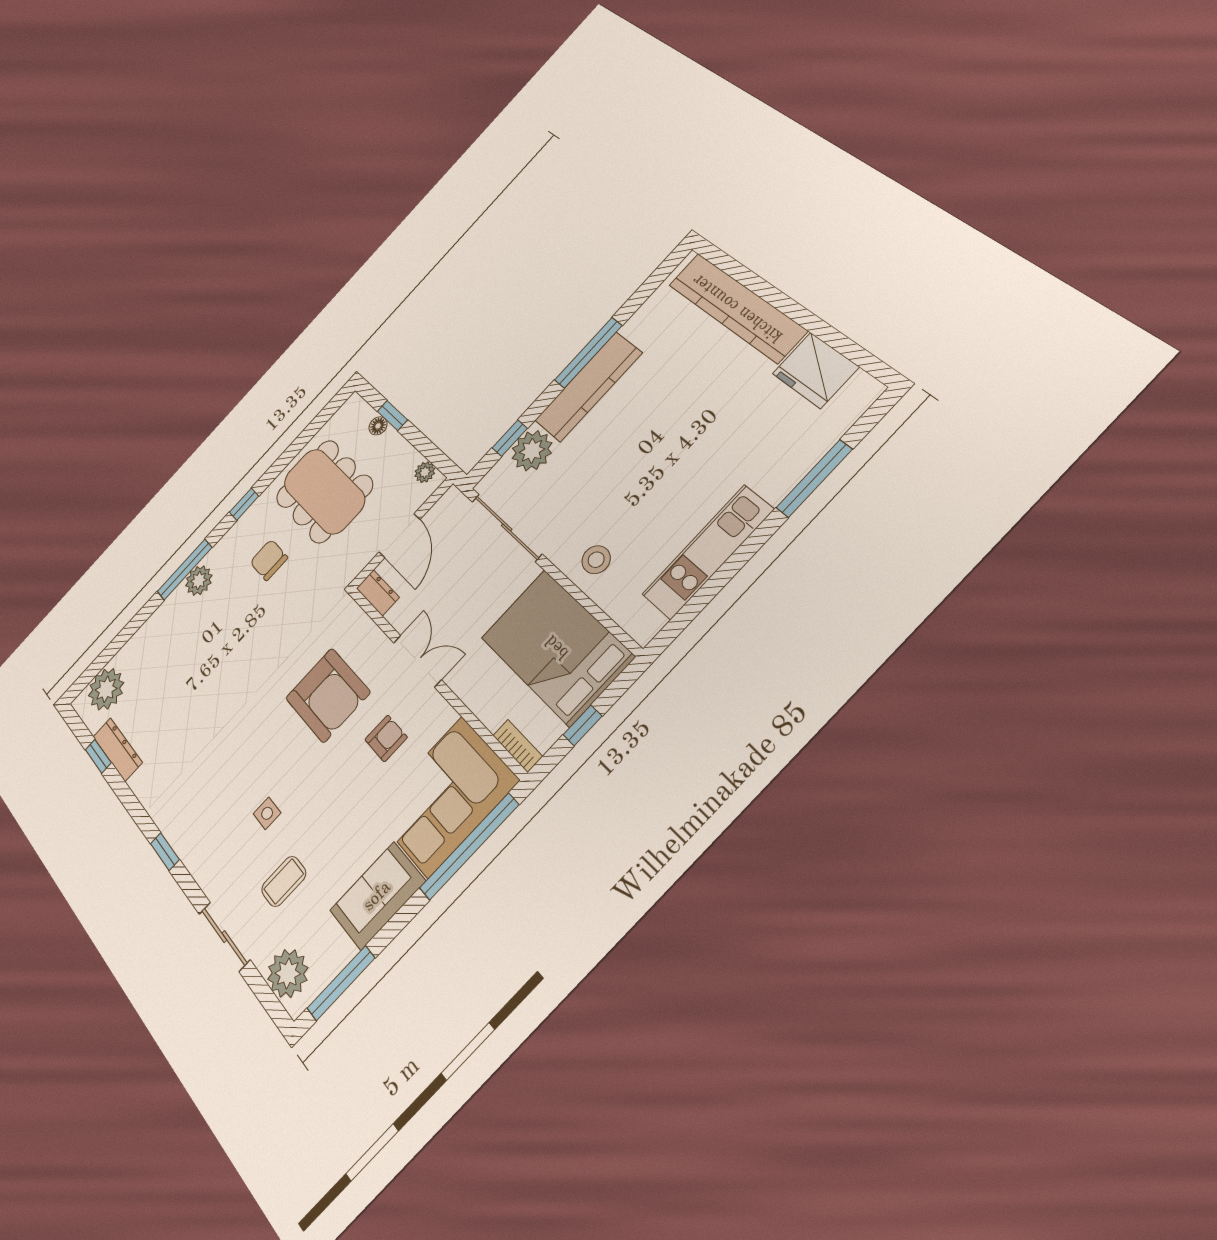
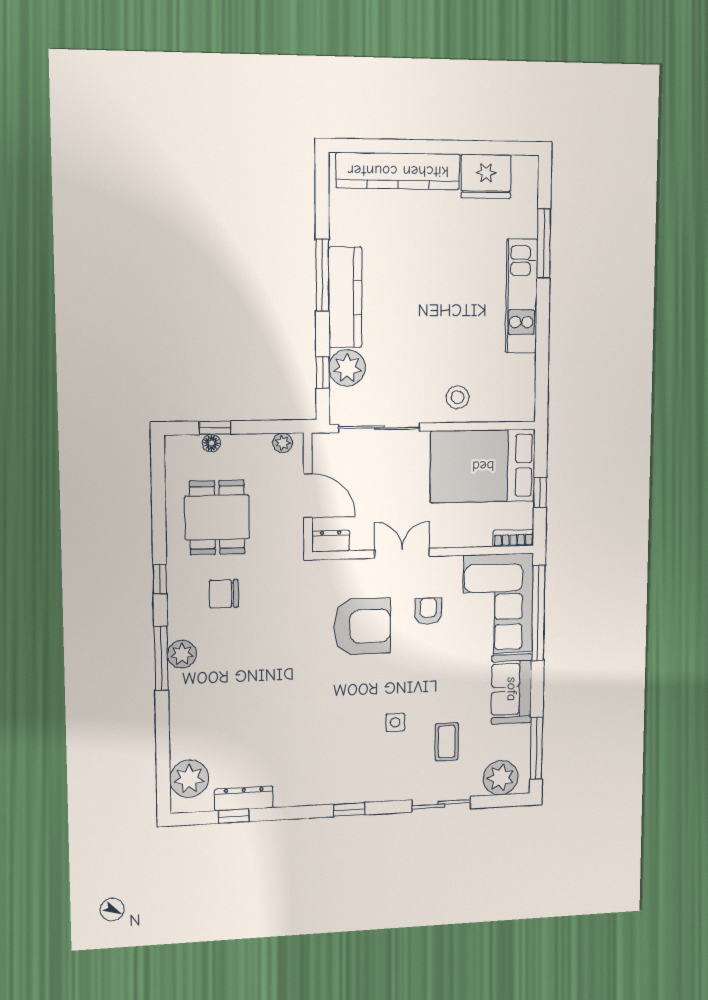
dining table: (324, 491) -> (217, 517), width x0.73
kitchen unit: (708, 552) -> (522, 296), moved

